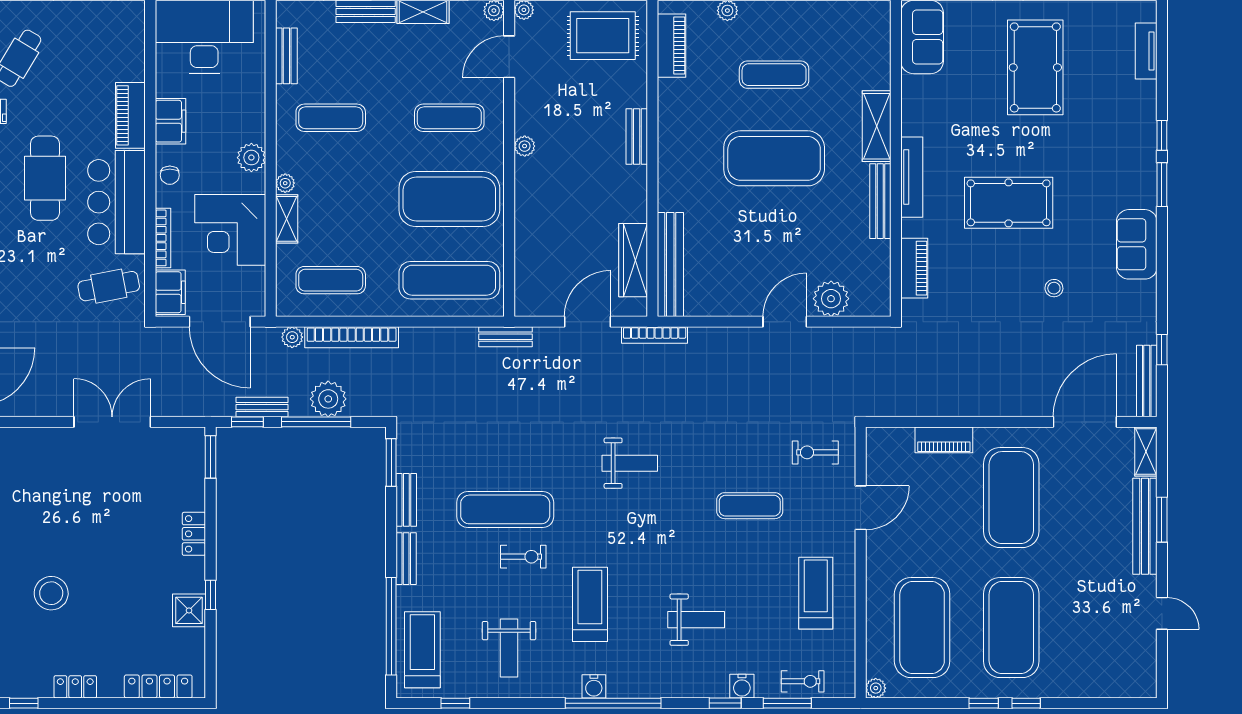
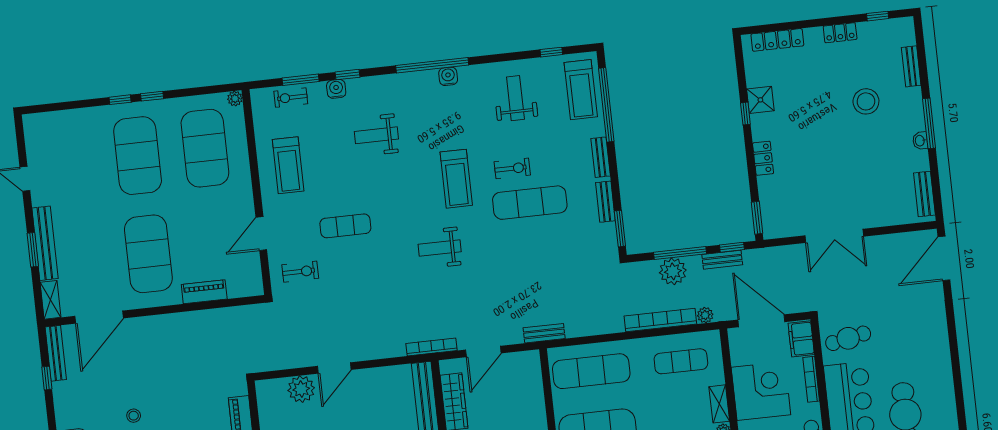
exercise bike: (523, 557) -> (512, 168), turned 180
treadmill: (590, 604) -> (456, 179), moved

